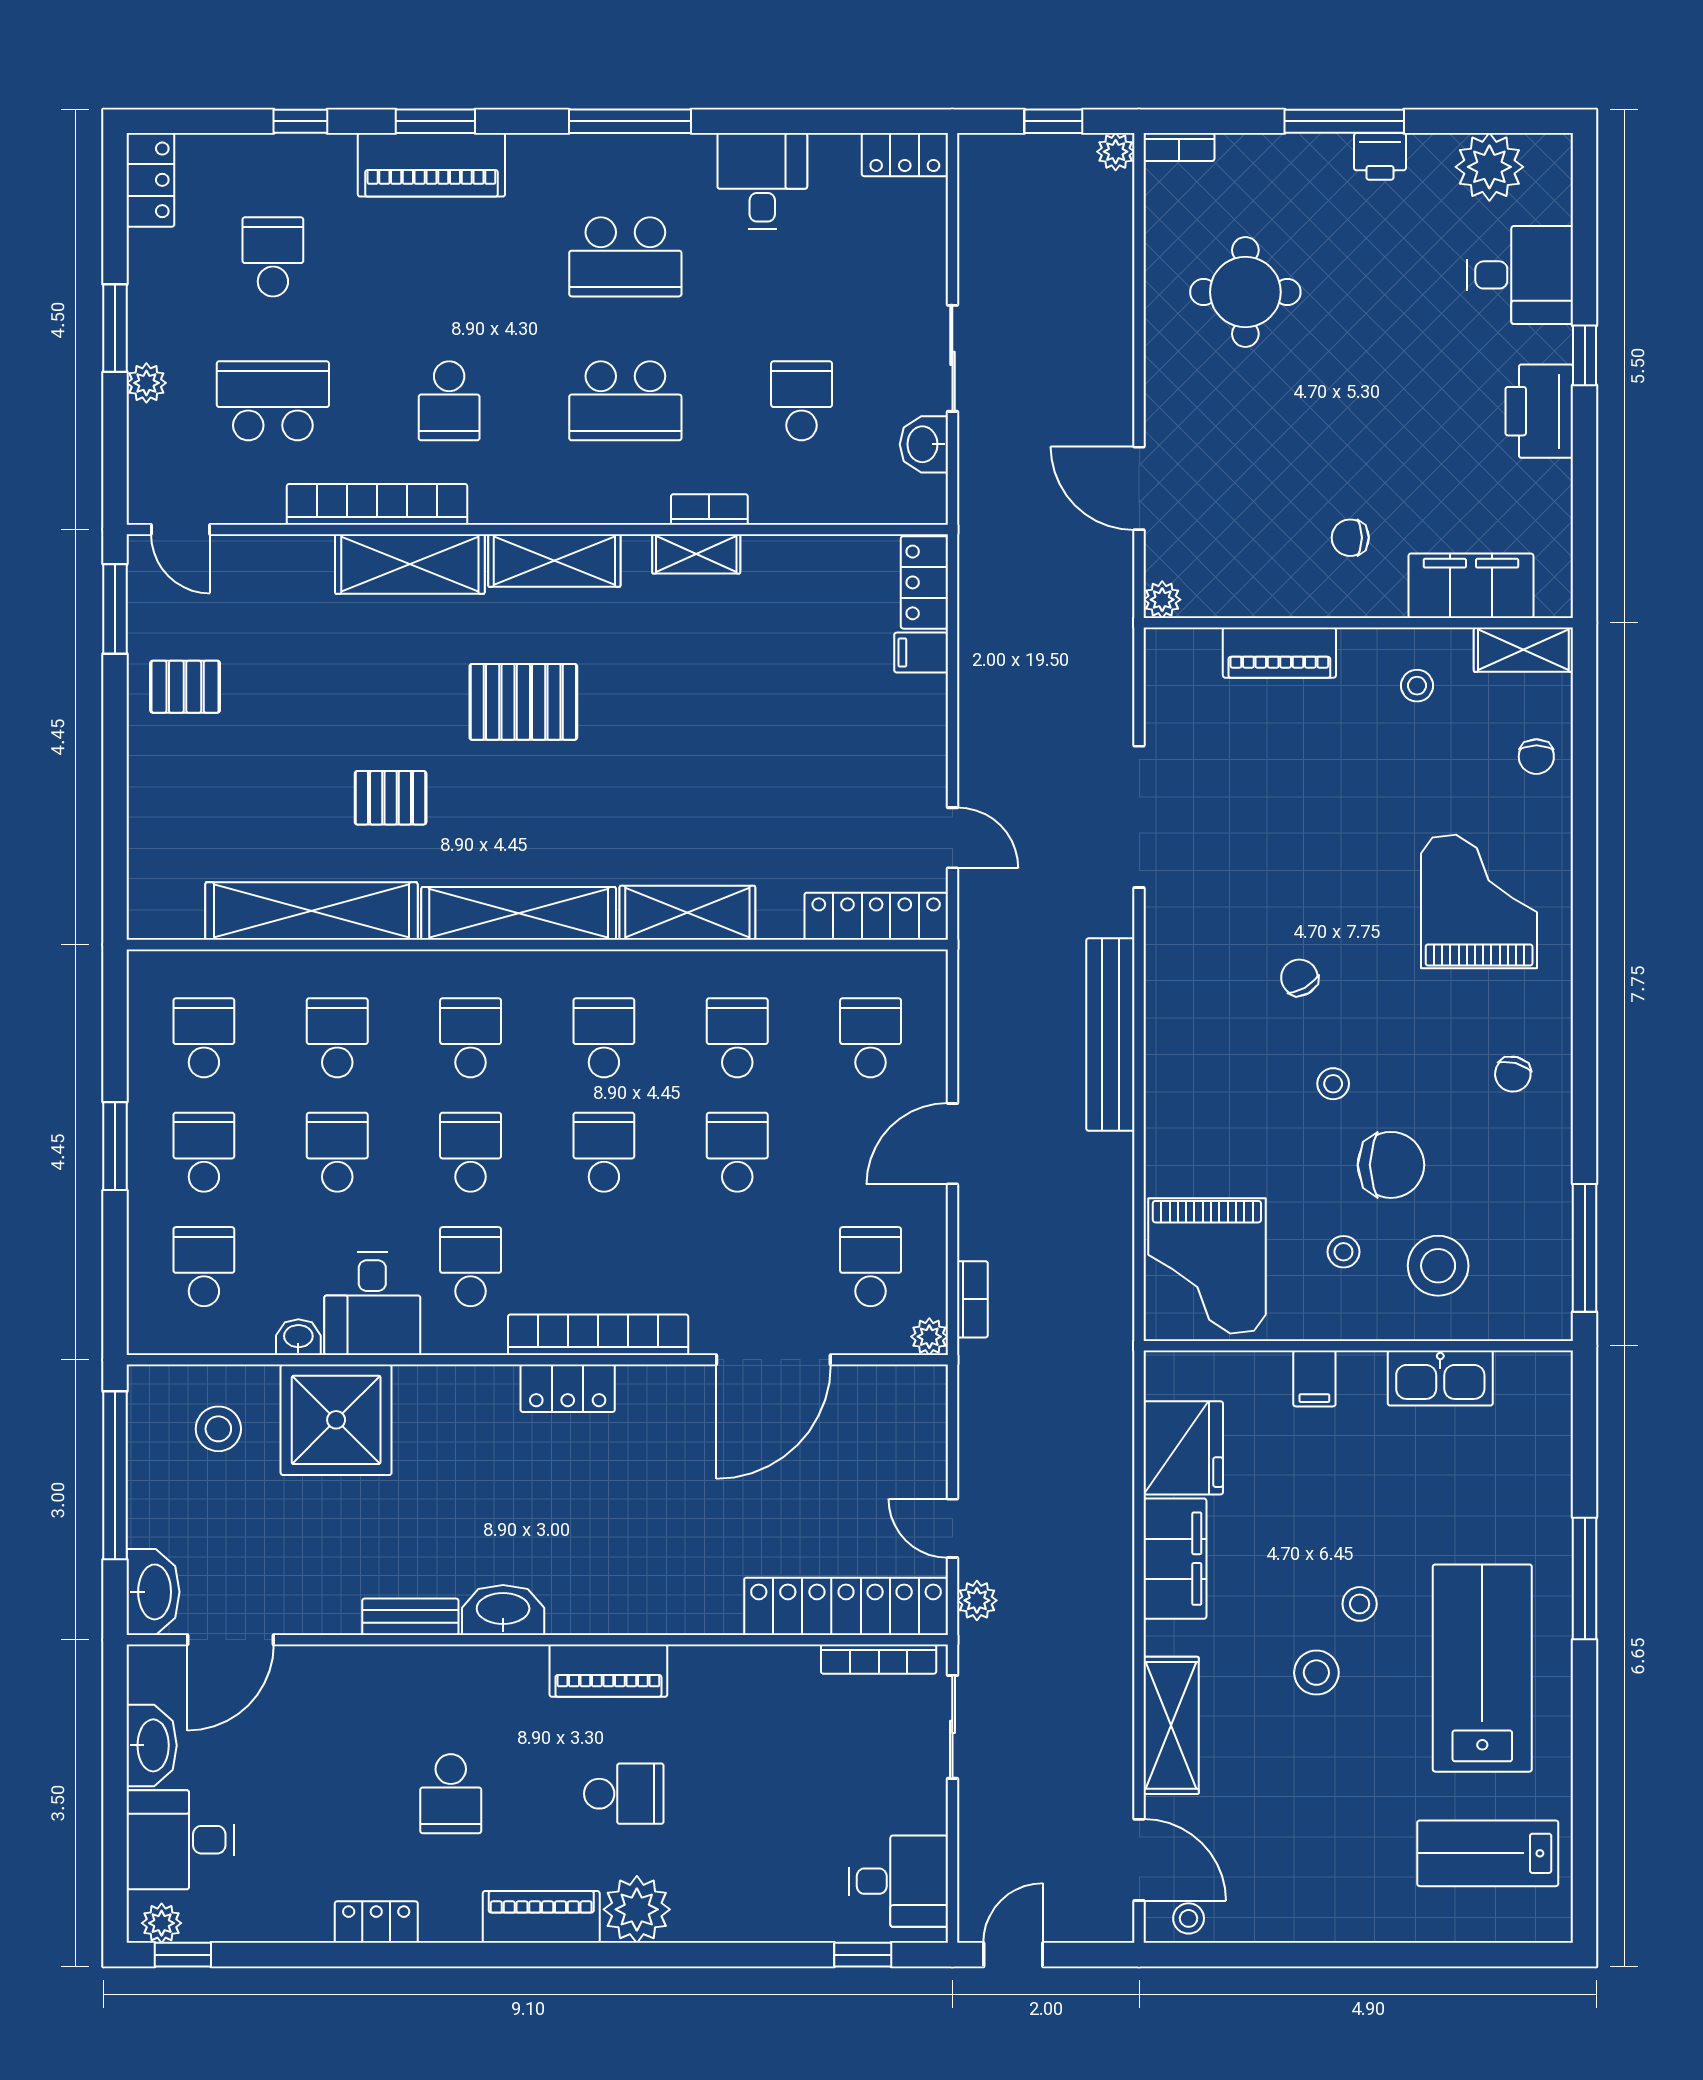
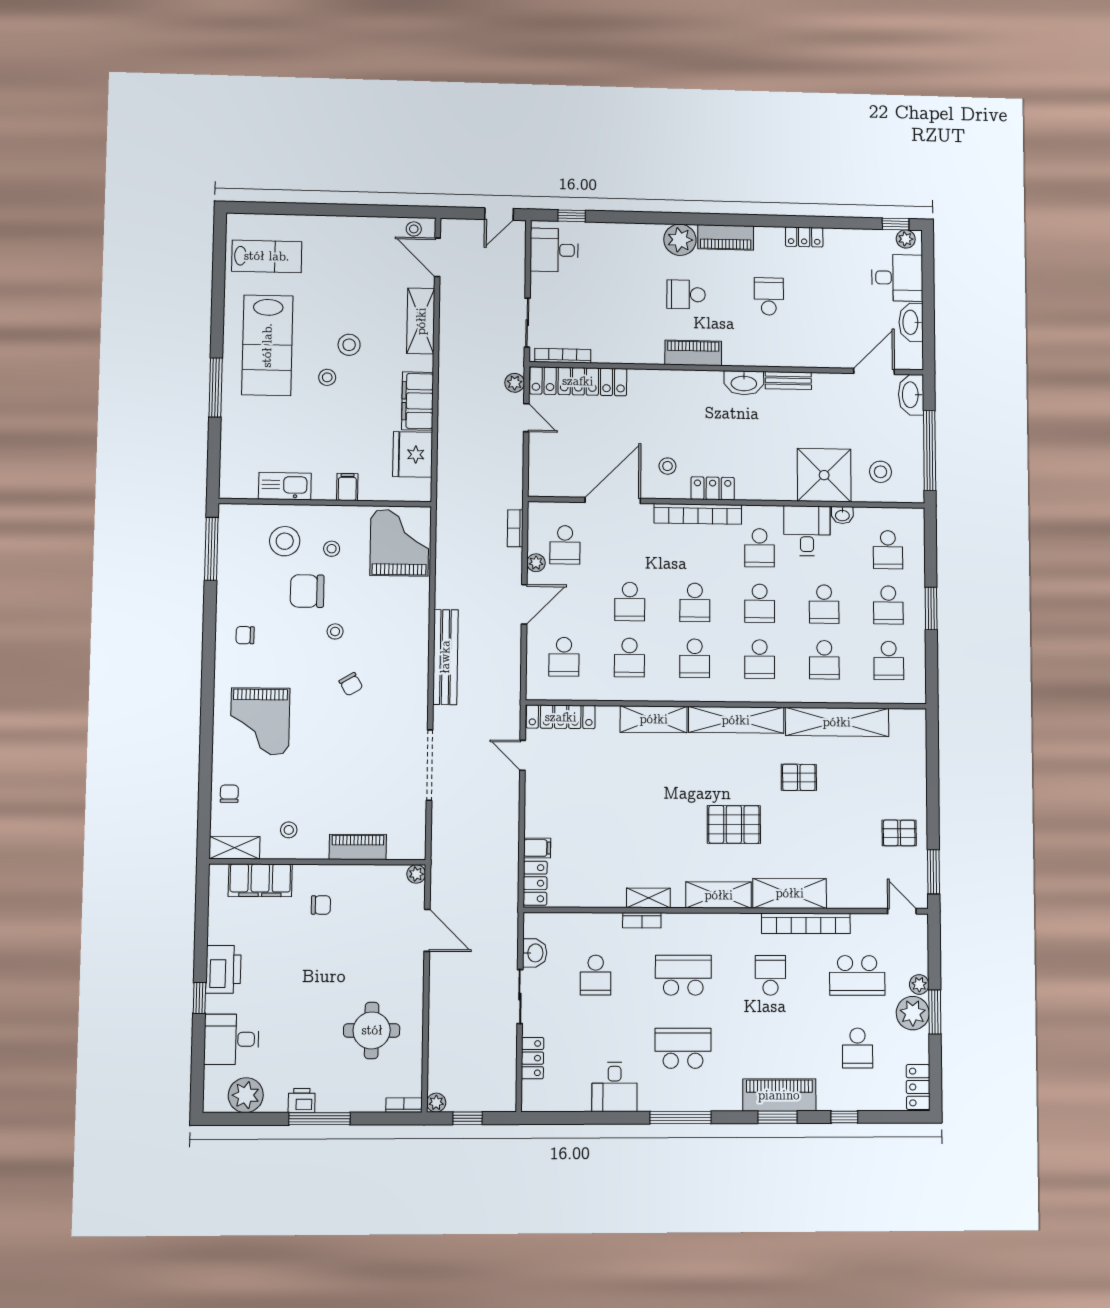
locker: (905, 155) -> (532, 1058), moved, turned 90
plant: (160, 326) -> (913, 1013), added
chair: (1513, 1074) -> (245, 635), turned -105
plant: (929, 1337) -> (536, 563), moved
stool: (661, 1433) -> (667, 466), added

